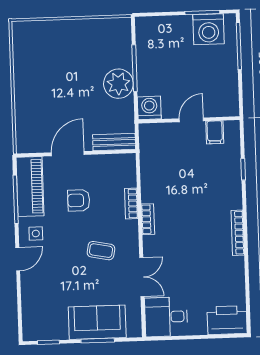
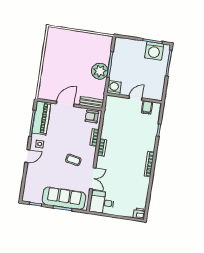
armchair: (79, 200) -> (92, 117), moved
printer: (227, 320) -> (139, 214), width x0.53, depth x0.68
sofa: (97, 322) -> (64, 198), width x1.36

